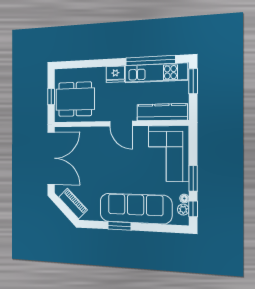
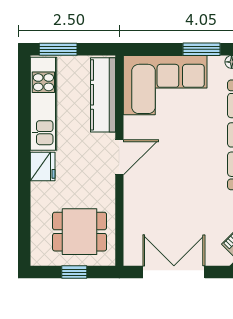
window: (150, 60) -> (24, 112), removed
dining table: (75, 99) -> (80, 232), width x0.73
double door: (51, 158) -> (174, 272), width x0.73

